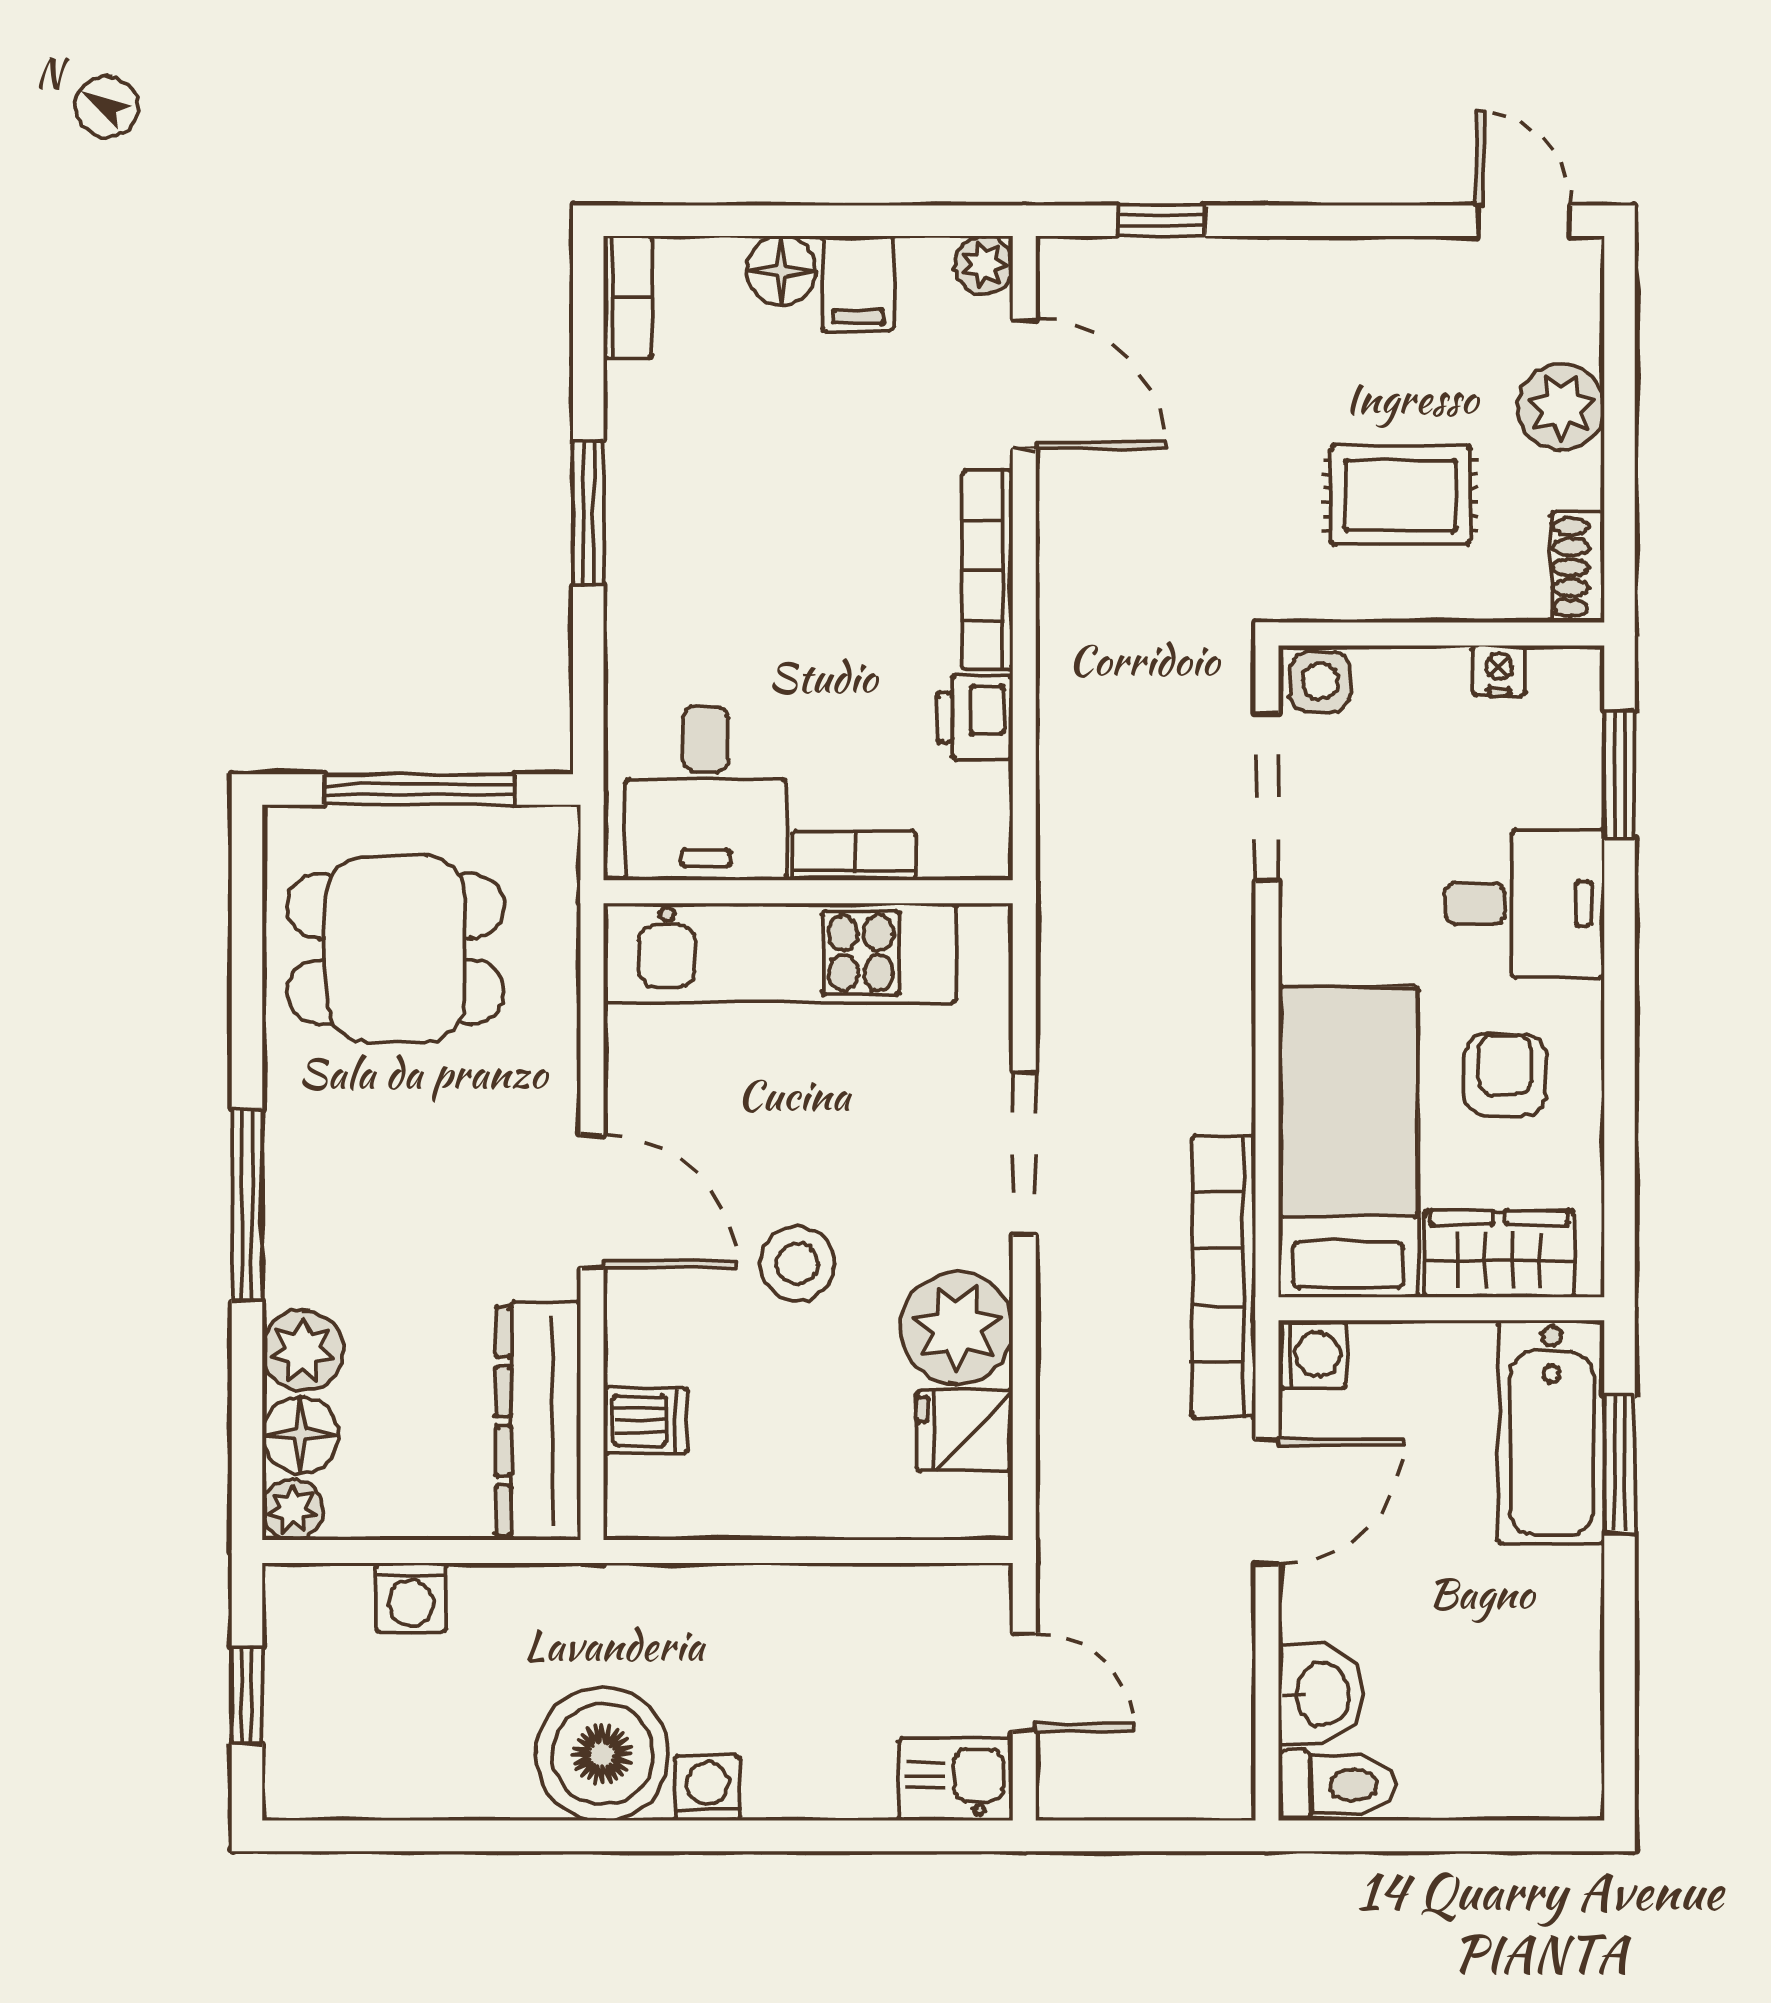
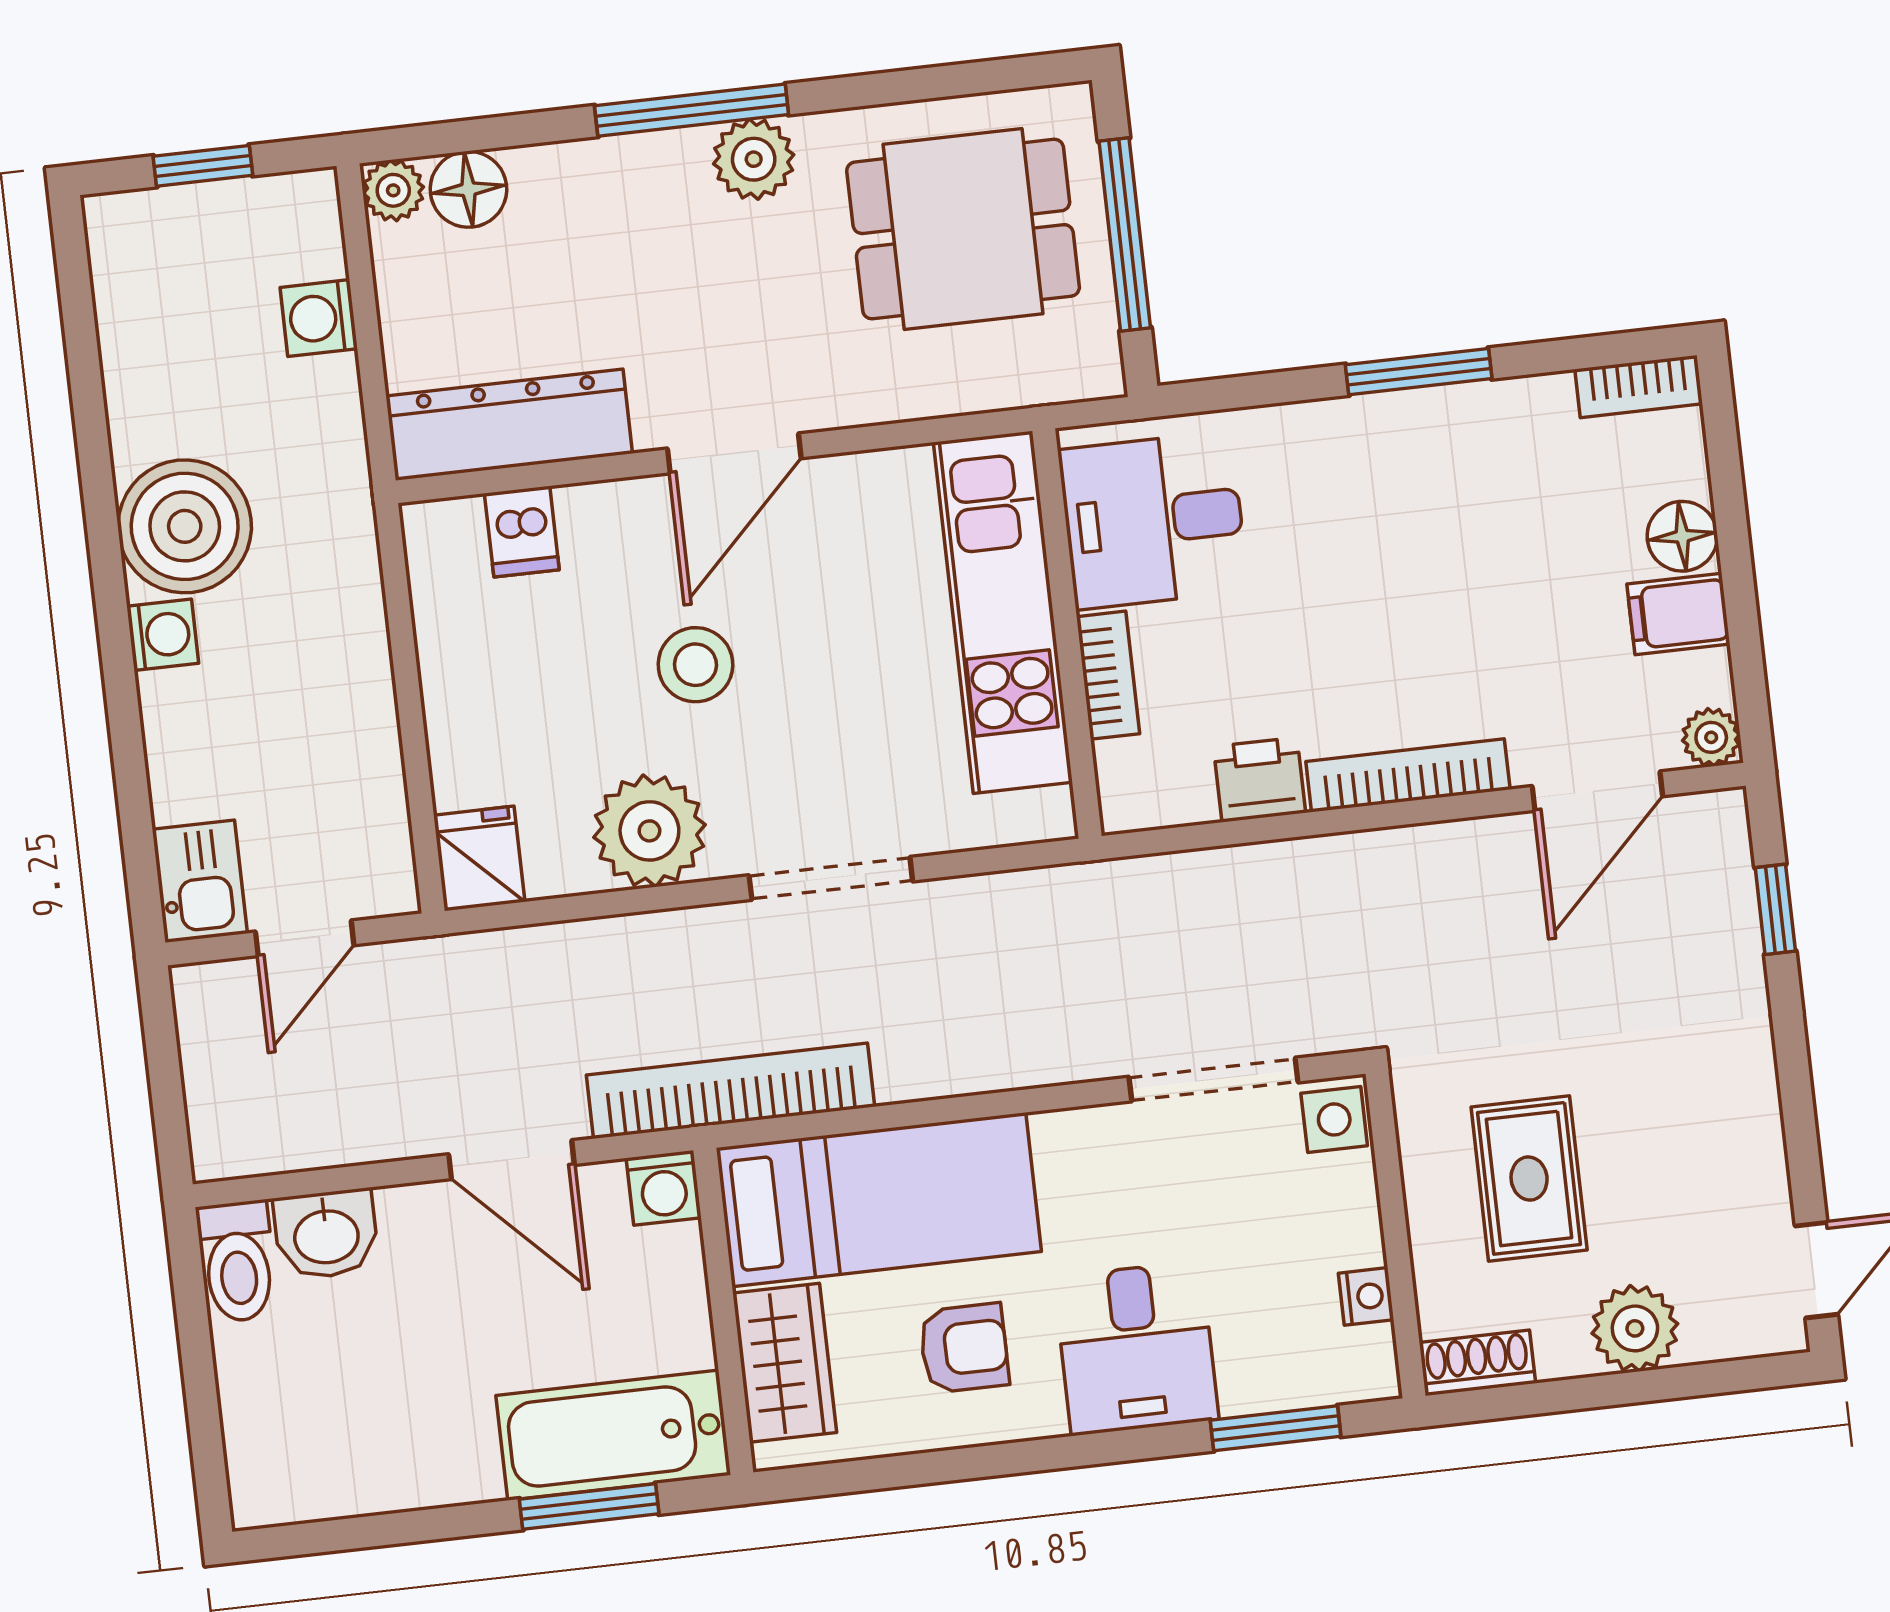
dining table: (396, 949) -> (963, 229), turned 90
plant: (303, 1350) -> (754, 159), moved
fridge: (965, 1430) -> (479, 858), moved

